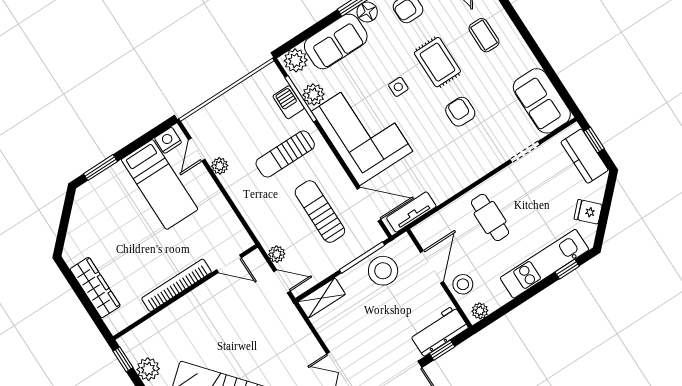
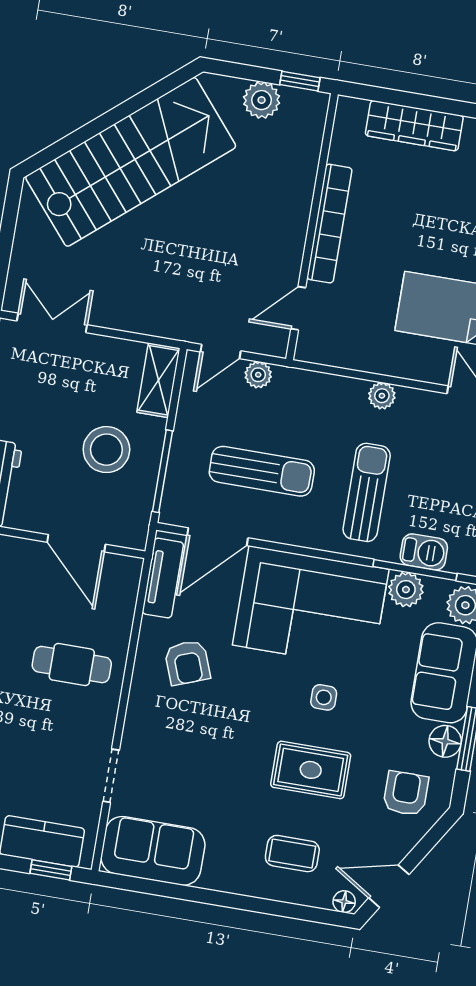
armchair: (460, 112) -> (187, 663), moved, turned 69
plant: (220, 166) -> (382, 396), moved
stool: (383, 271) -> (106, 450), moved
stool: (463, 284) -> (23, 561), removed

